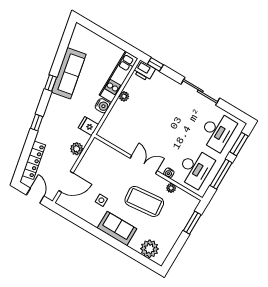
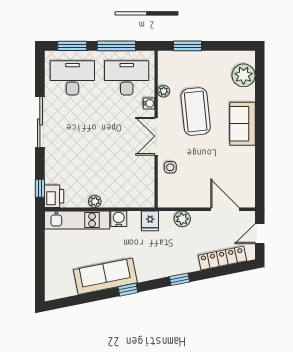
side table: (101, 200) -> (170, 167), moved

